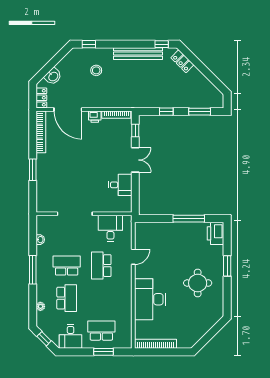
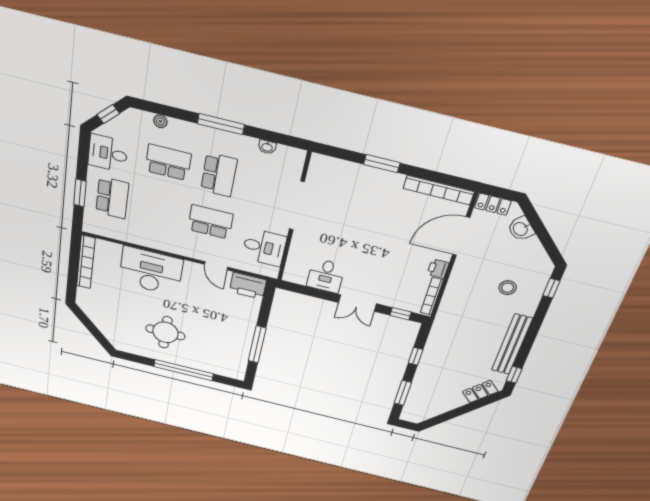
printer: (216, 233) -> (248, 286), moved, turned 180
window: (227, 266) -> (184, 370), width x2.11
school desk: (67, 298) -> (168, 162), turned 180

